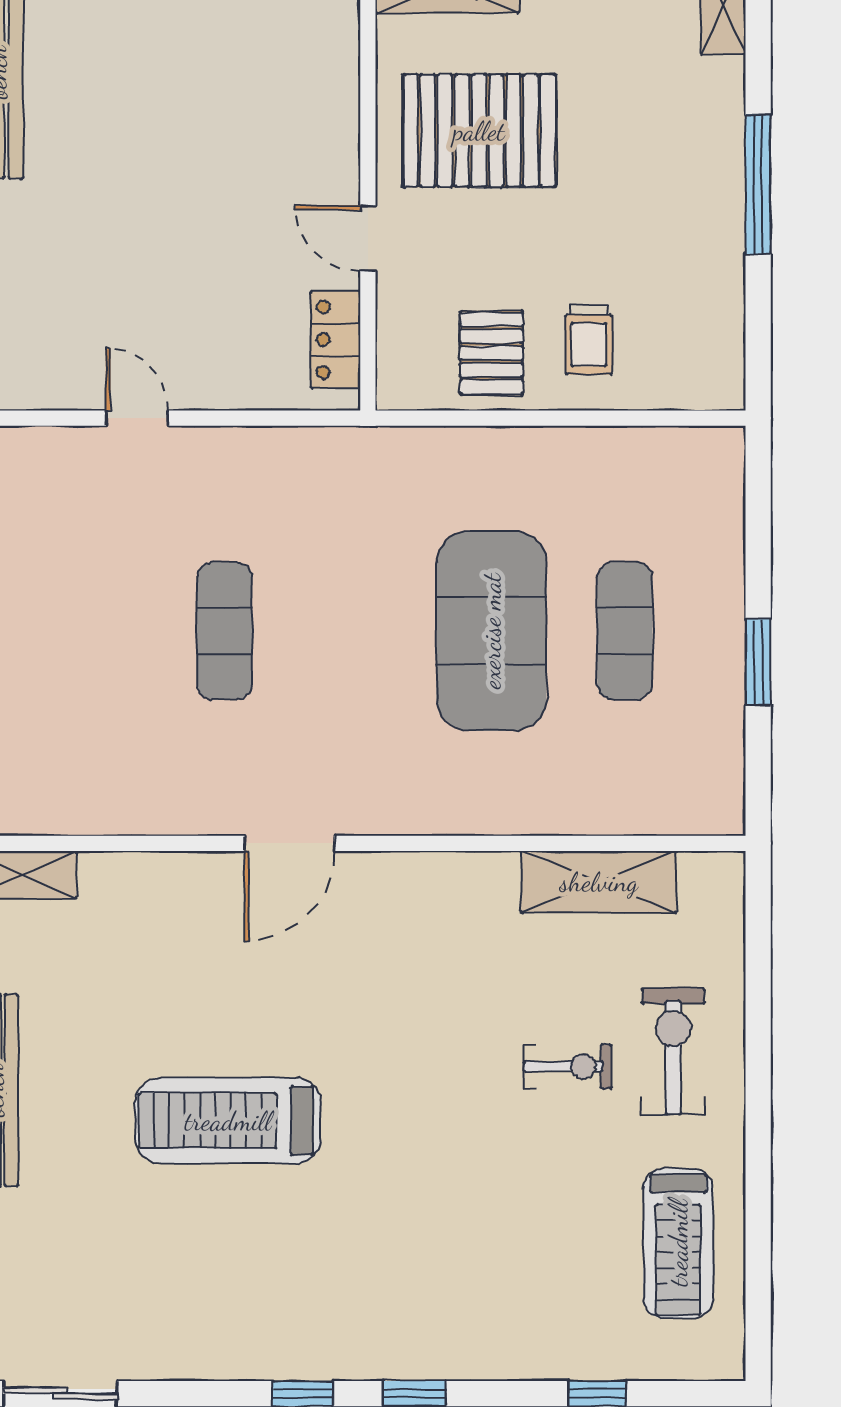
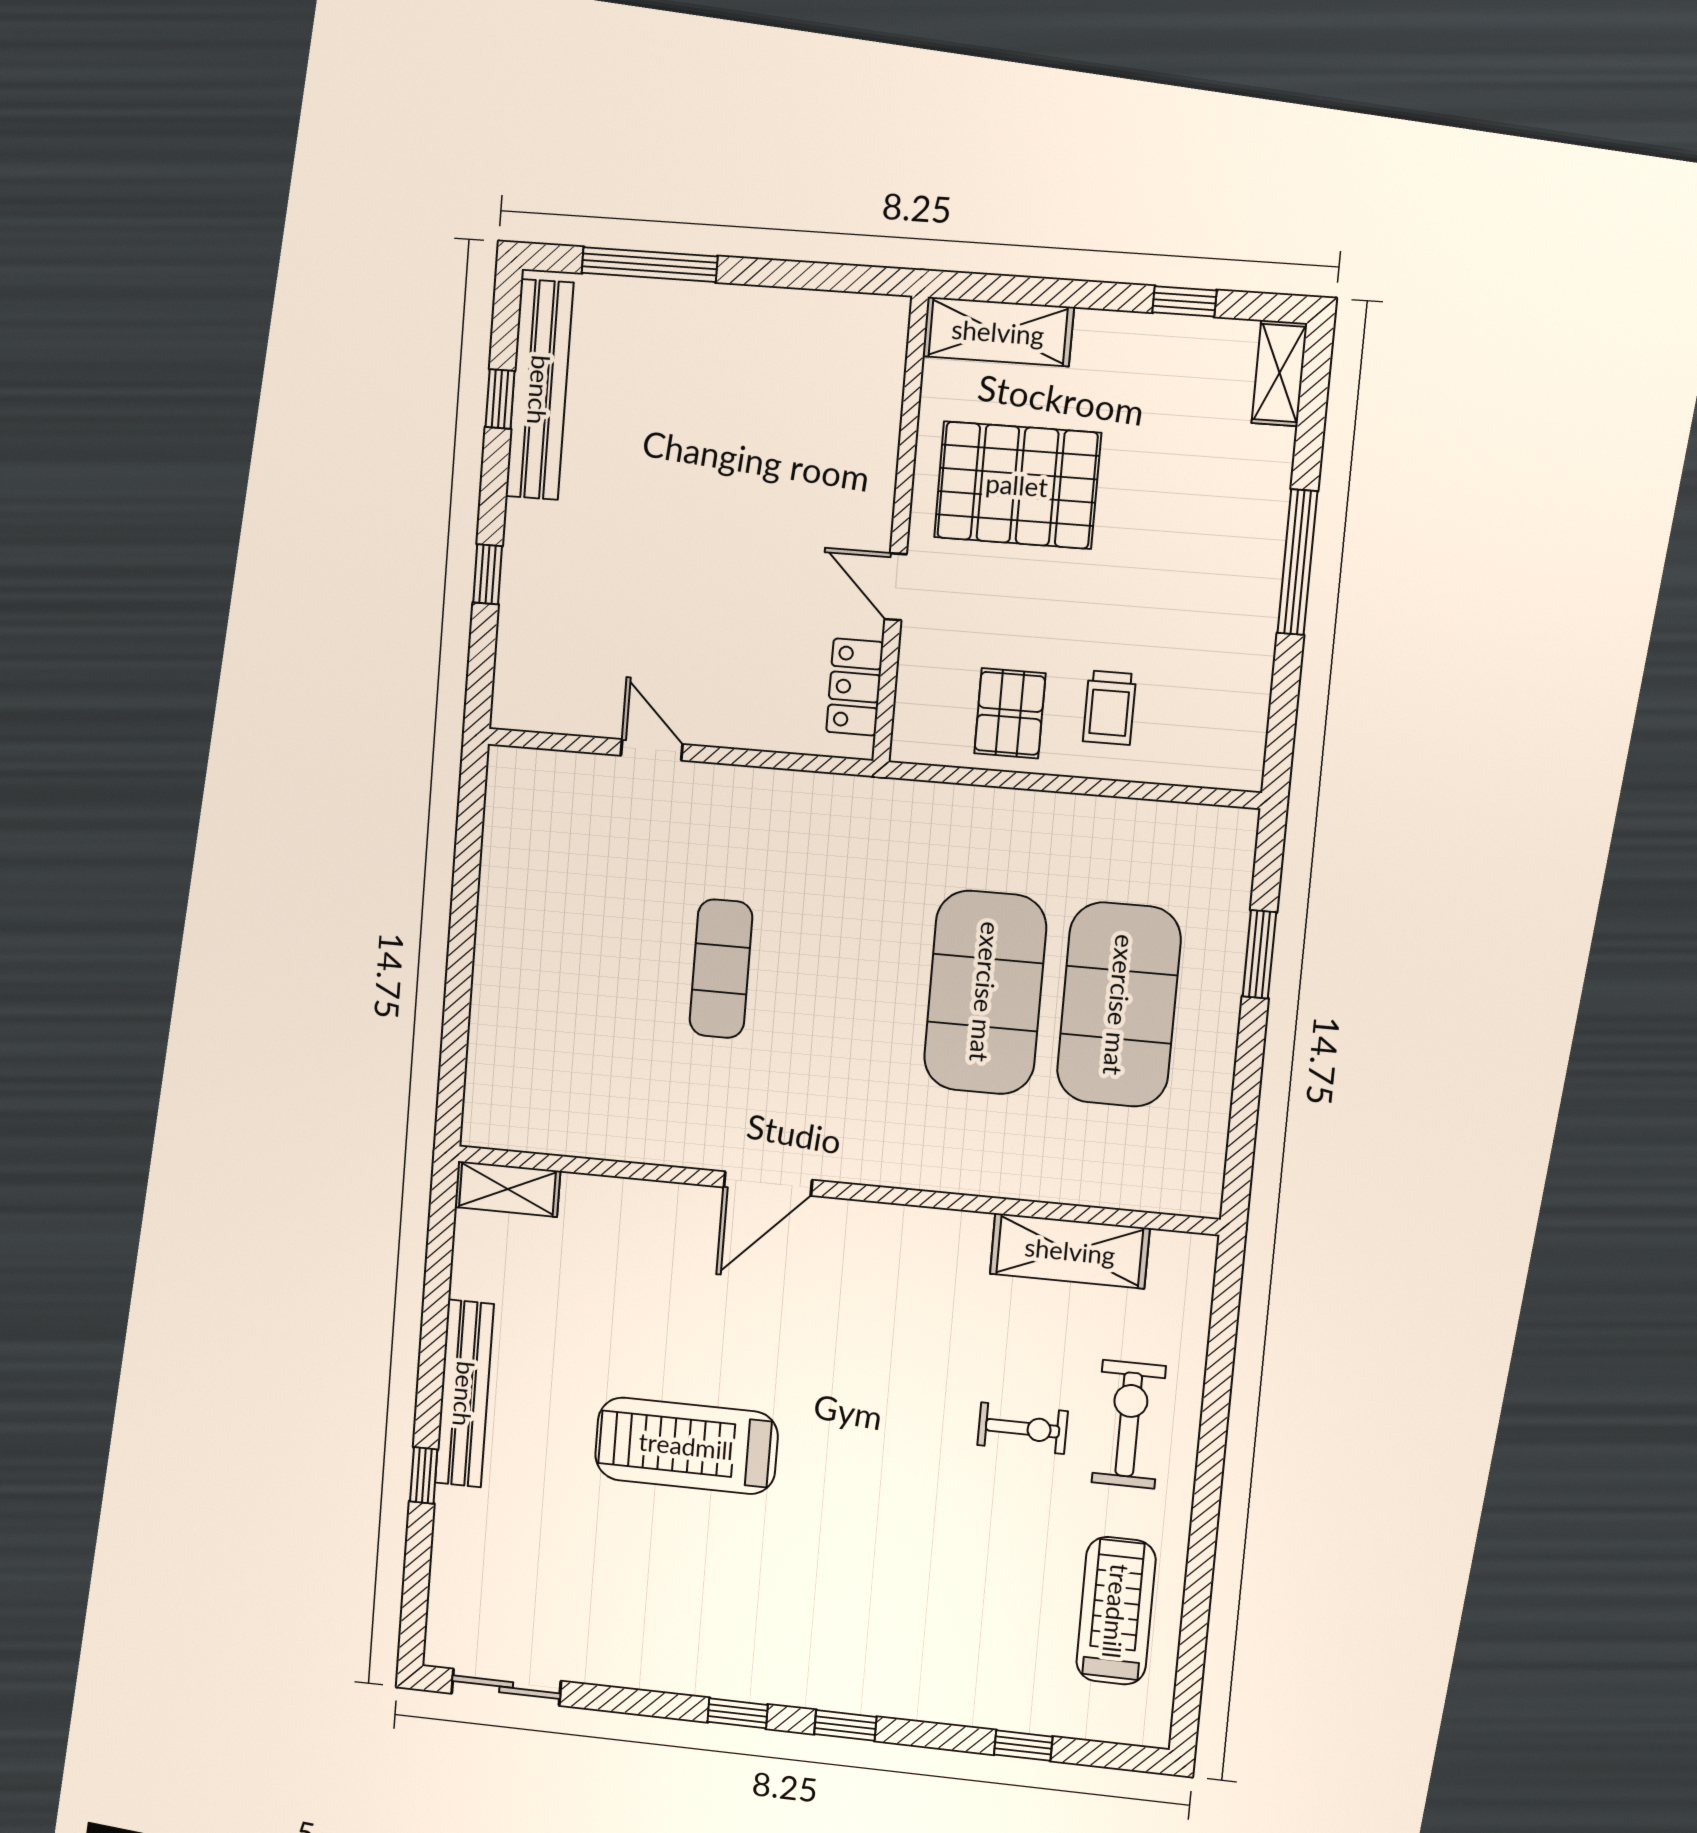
exercise mat: (625, 631) -> (1119, 1005), width x2.00, depth x1.45
window: (758, 662) -> (1259, 954), moved
treadmill: (678, 1243) -> (1116, 1611), turned 180

